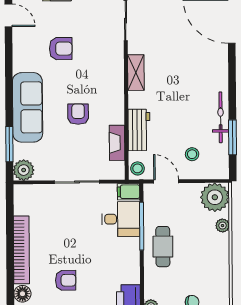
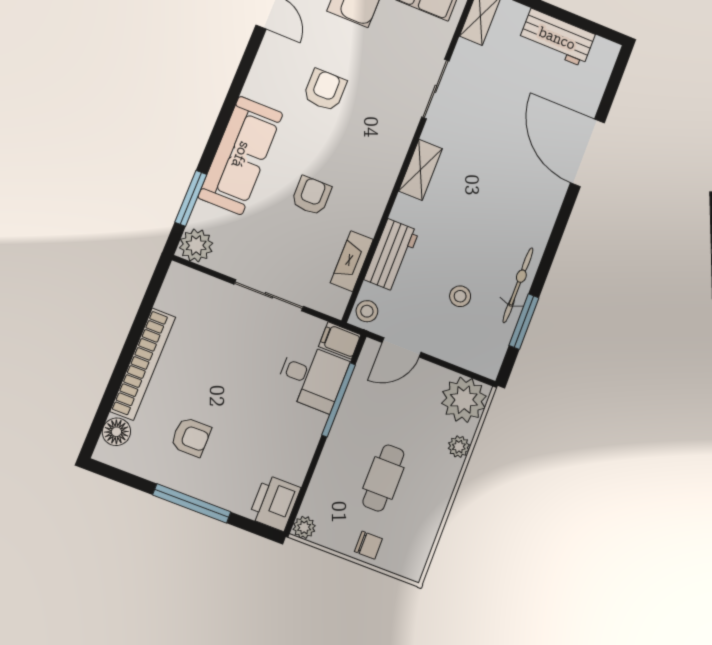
armchair: (61, 49) -> (325, 90), turned -90
stool: (192, 154) -> (460, 296), moved
door: (166, 181) -> (402, 347), swing flipped
cafe table: (163, 247) -> (383, 478), moved

